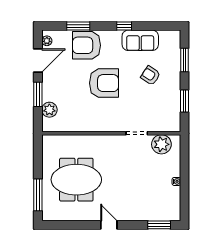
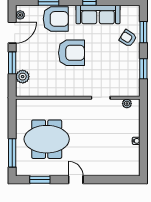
sofa: (140, 40) -> (98, 14), width x1.36
armchair: (86, 45) -> (56, 19), turned 180
armchair: (151, 76) -> (128, 38), moved
plant: (161, 144) -> (127, 104), width x0.53, depth x0.53
window: (159, 225) -> (40, 180), moved

